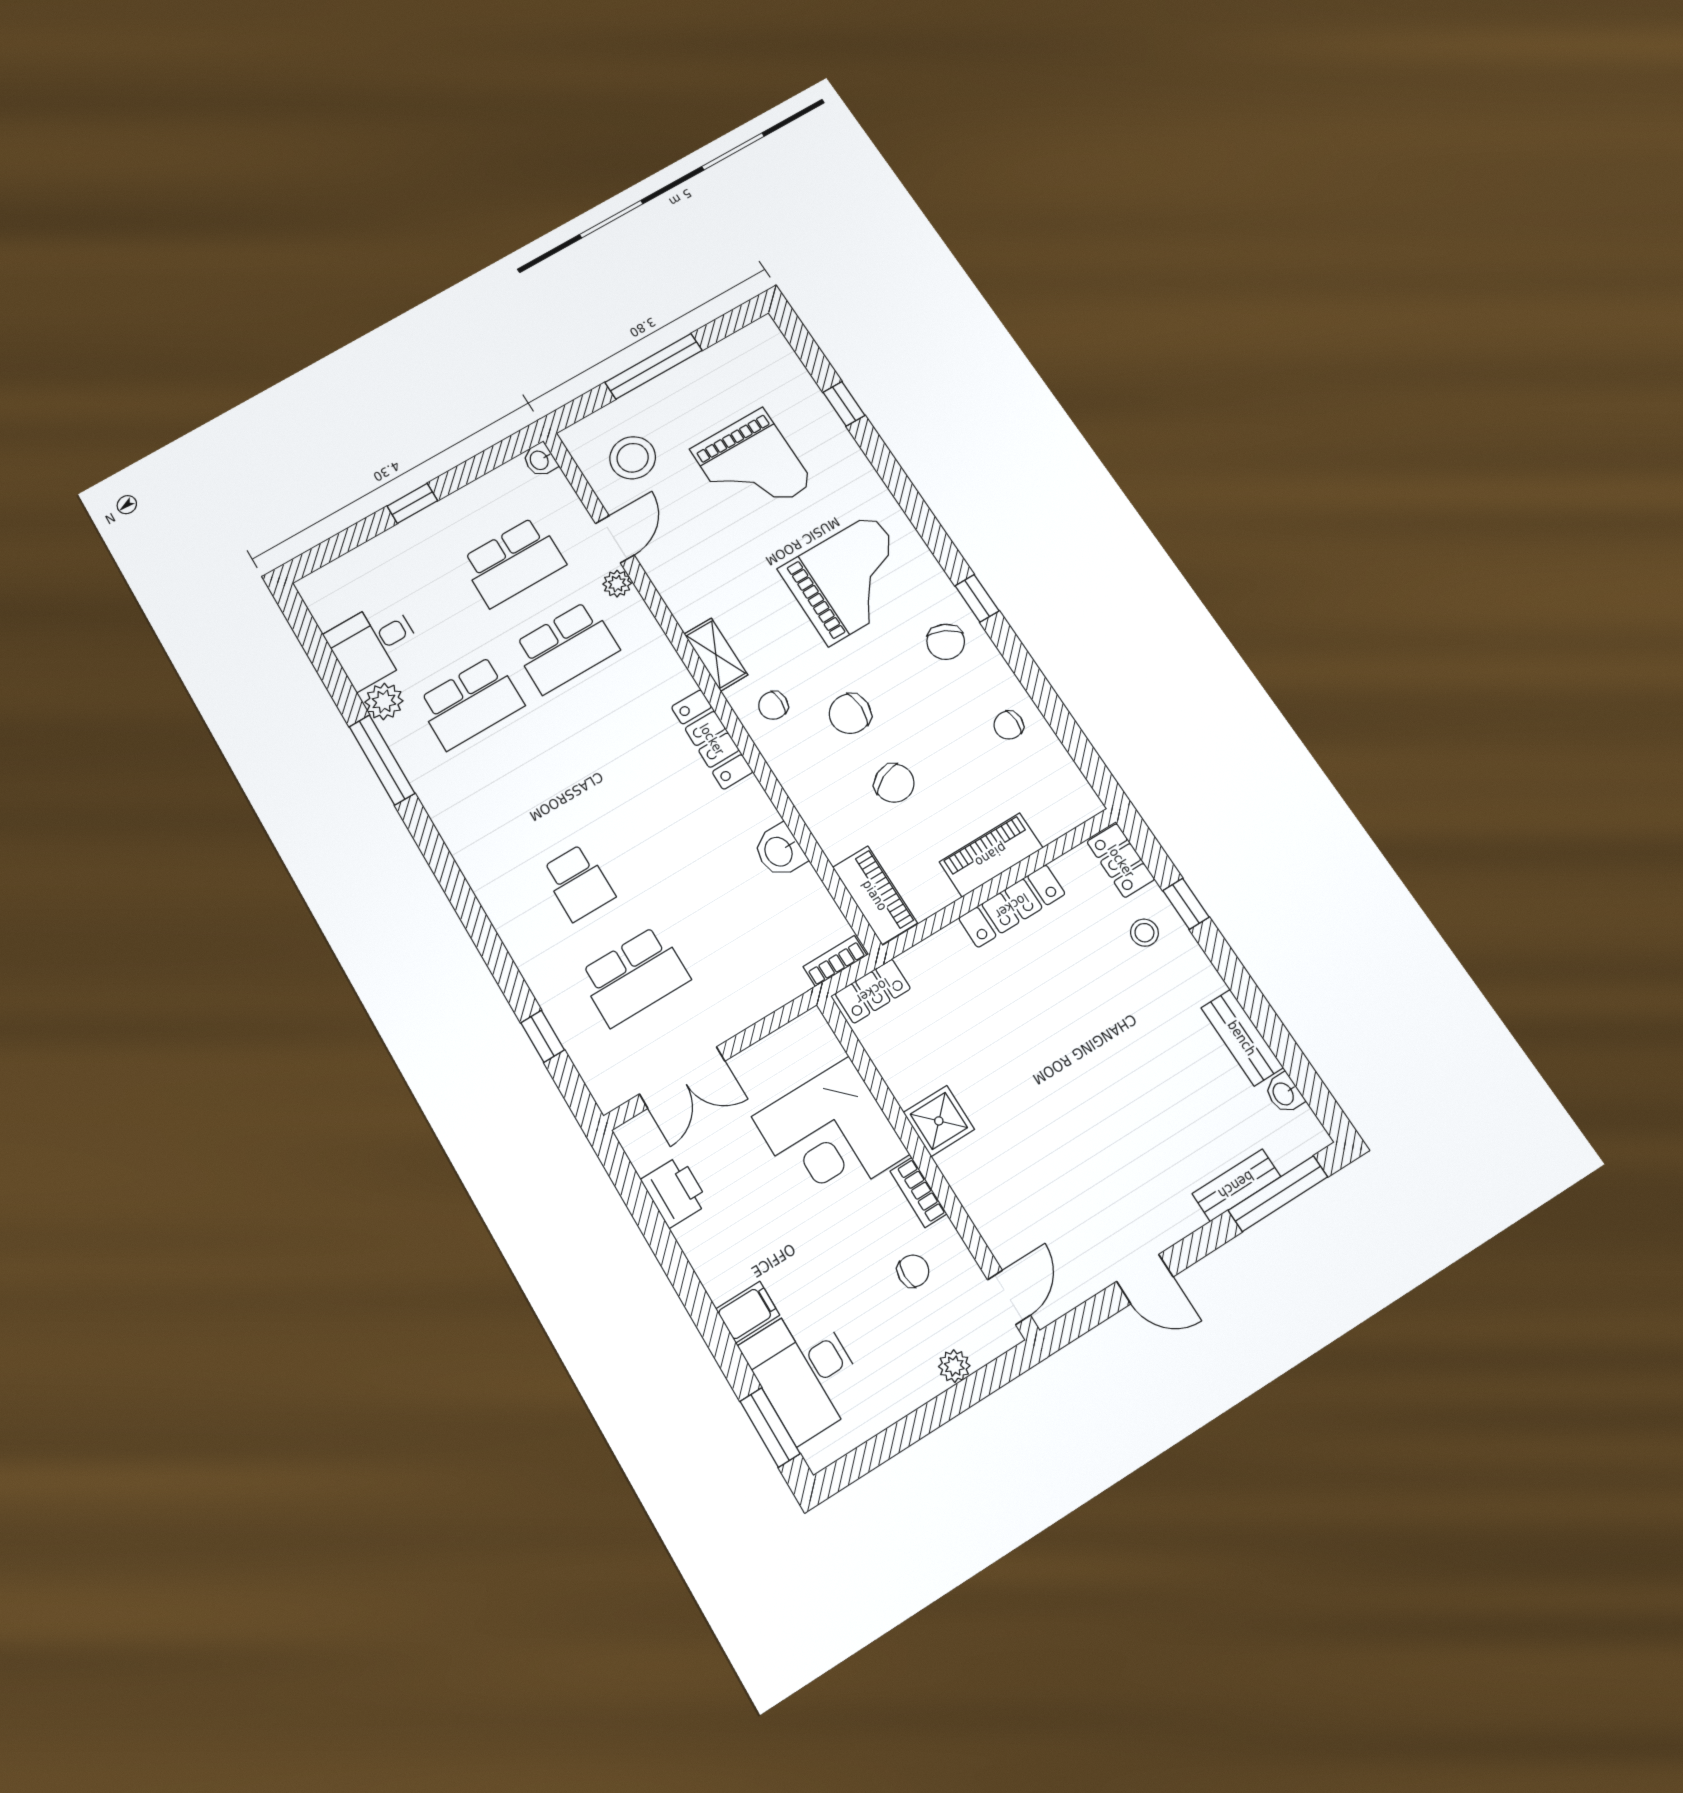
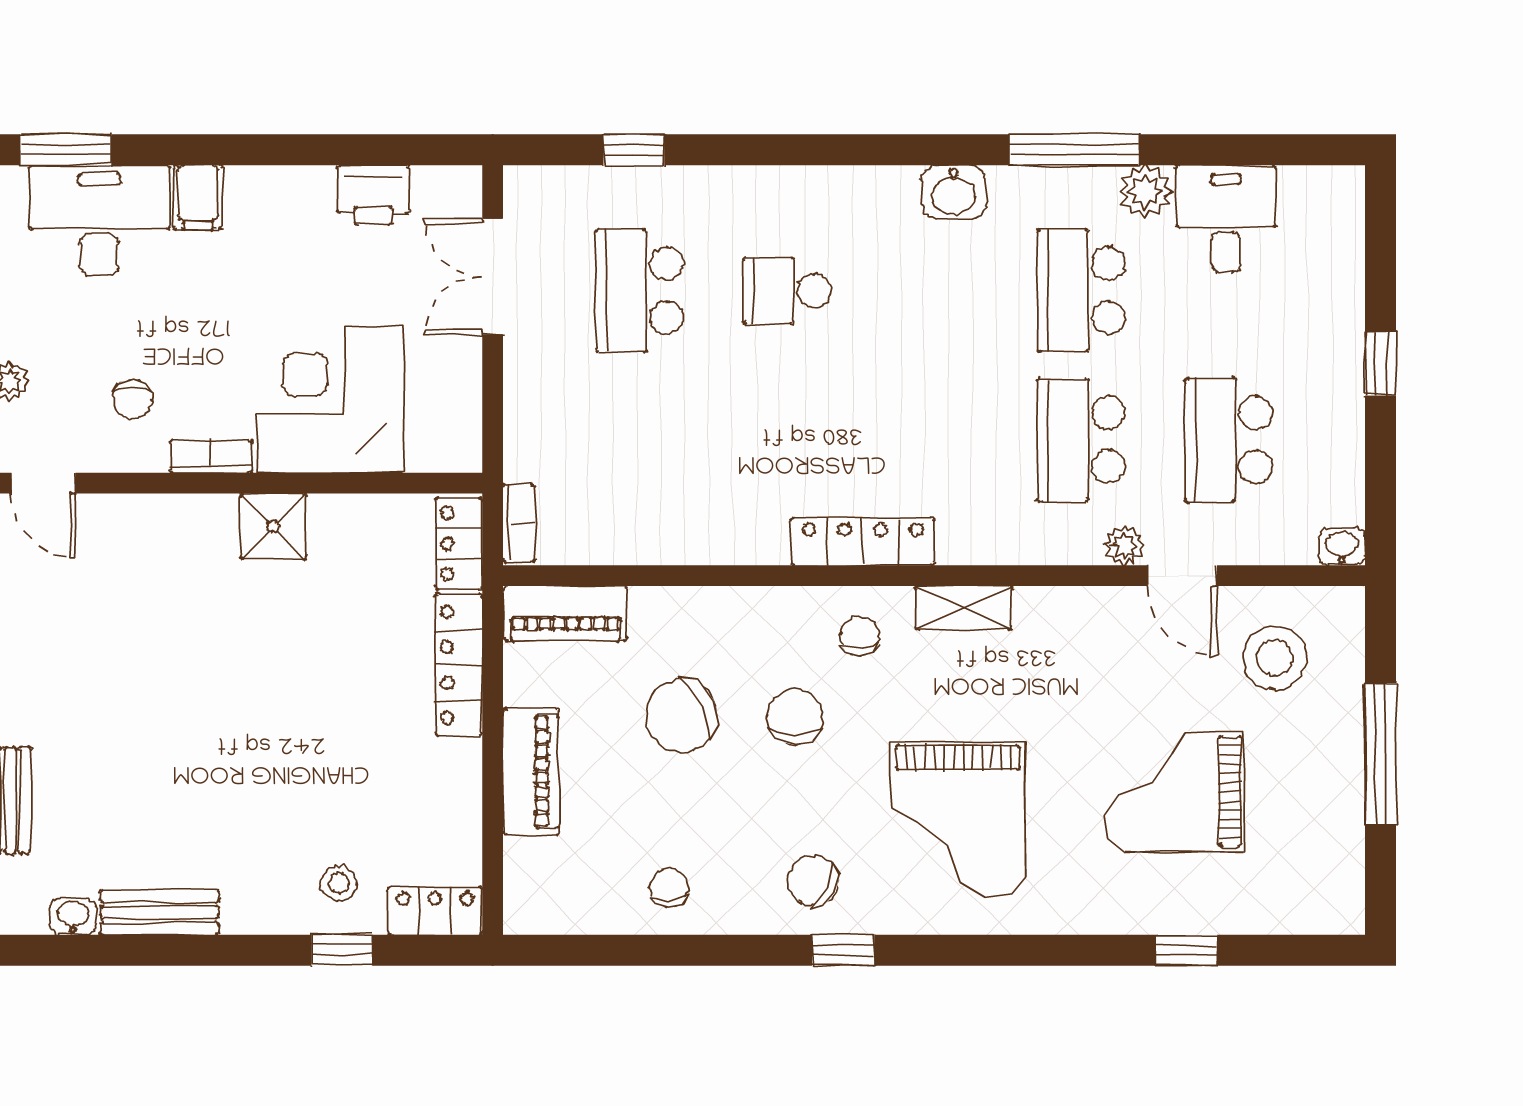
chair: (894, 783) -> (681, 716), width x1.37, depth x1.37
washbasin: (780, 851) -> (953, 192), moved, turned 180
locker: (1012, 906) -> (459, 665), moved

